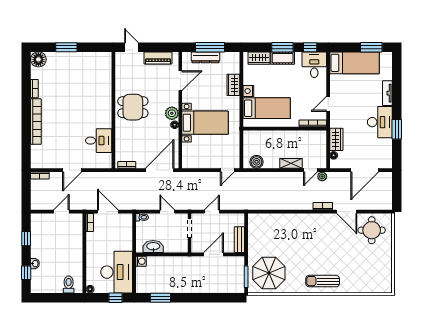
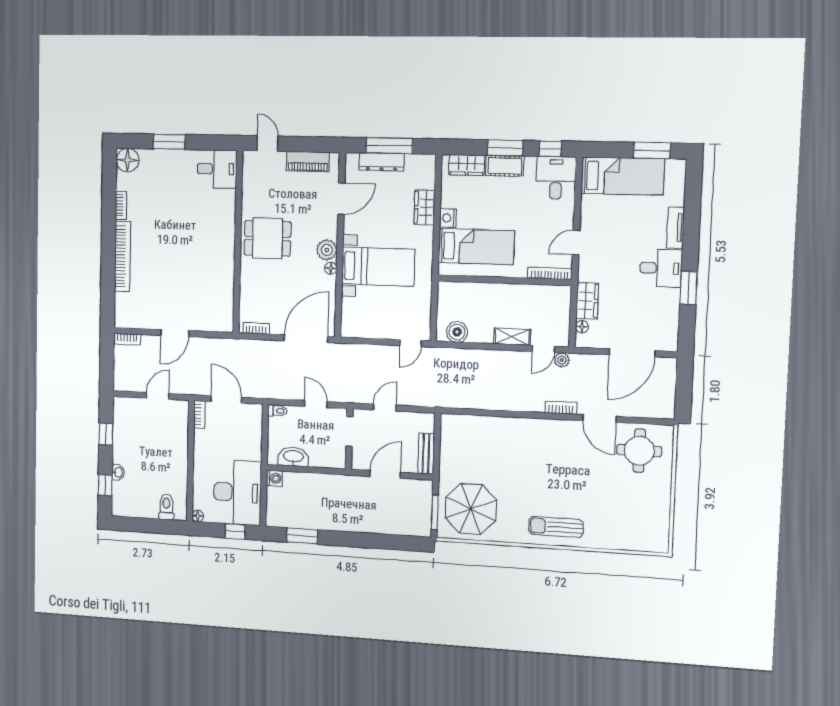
desk: (380, 122) -> (661, 268), width x0.73
desk: (99, 141) -> (217, 169), moved

